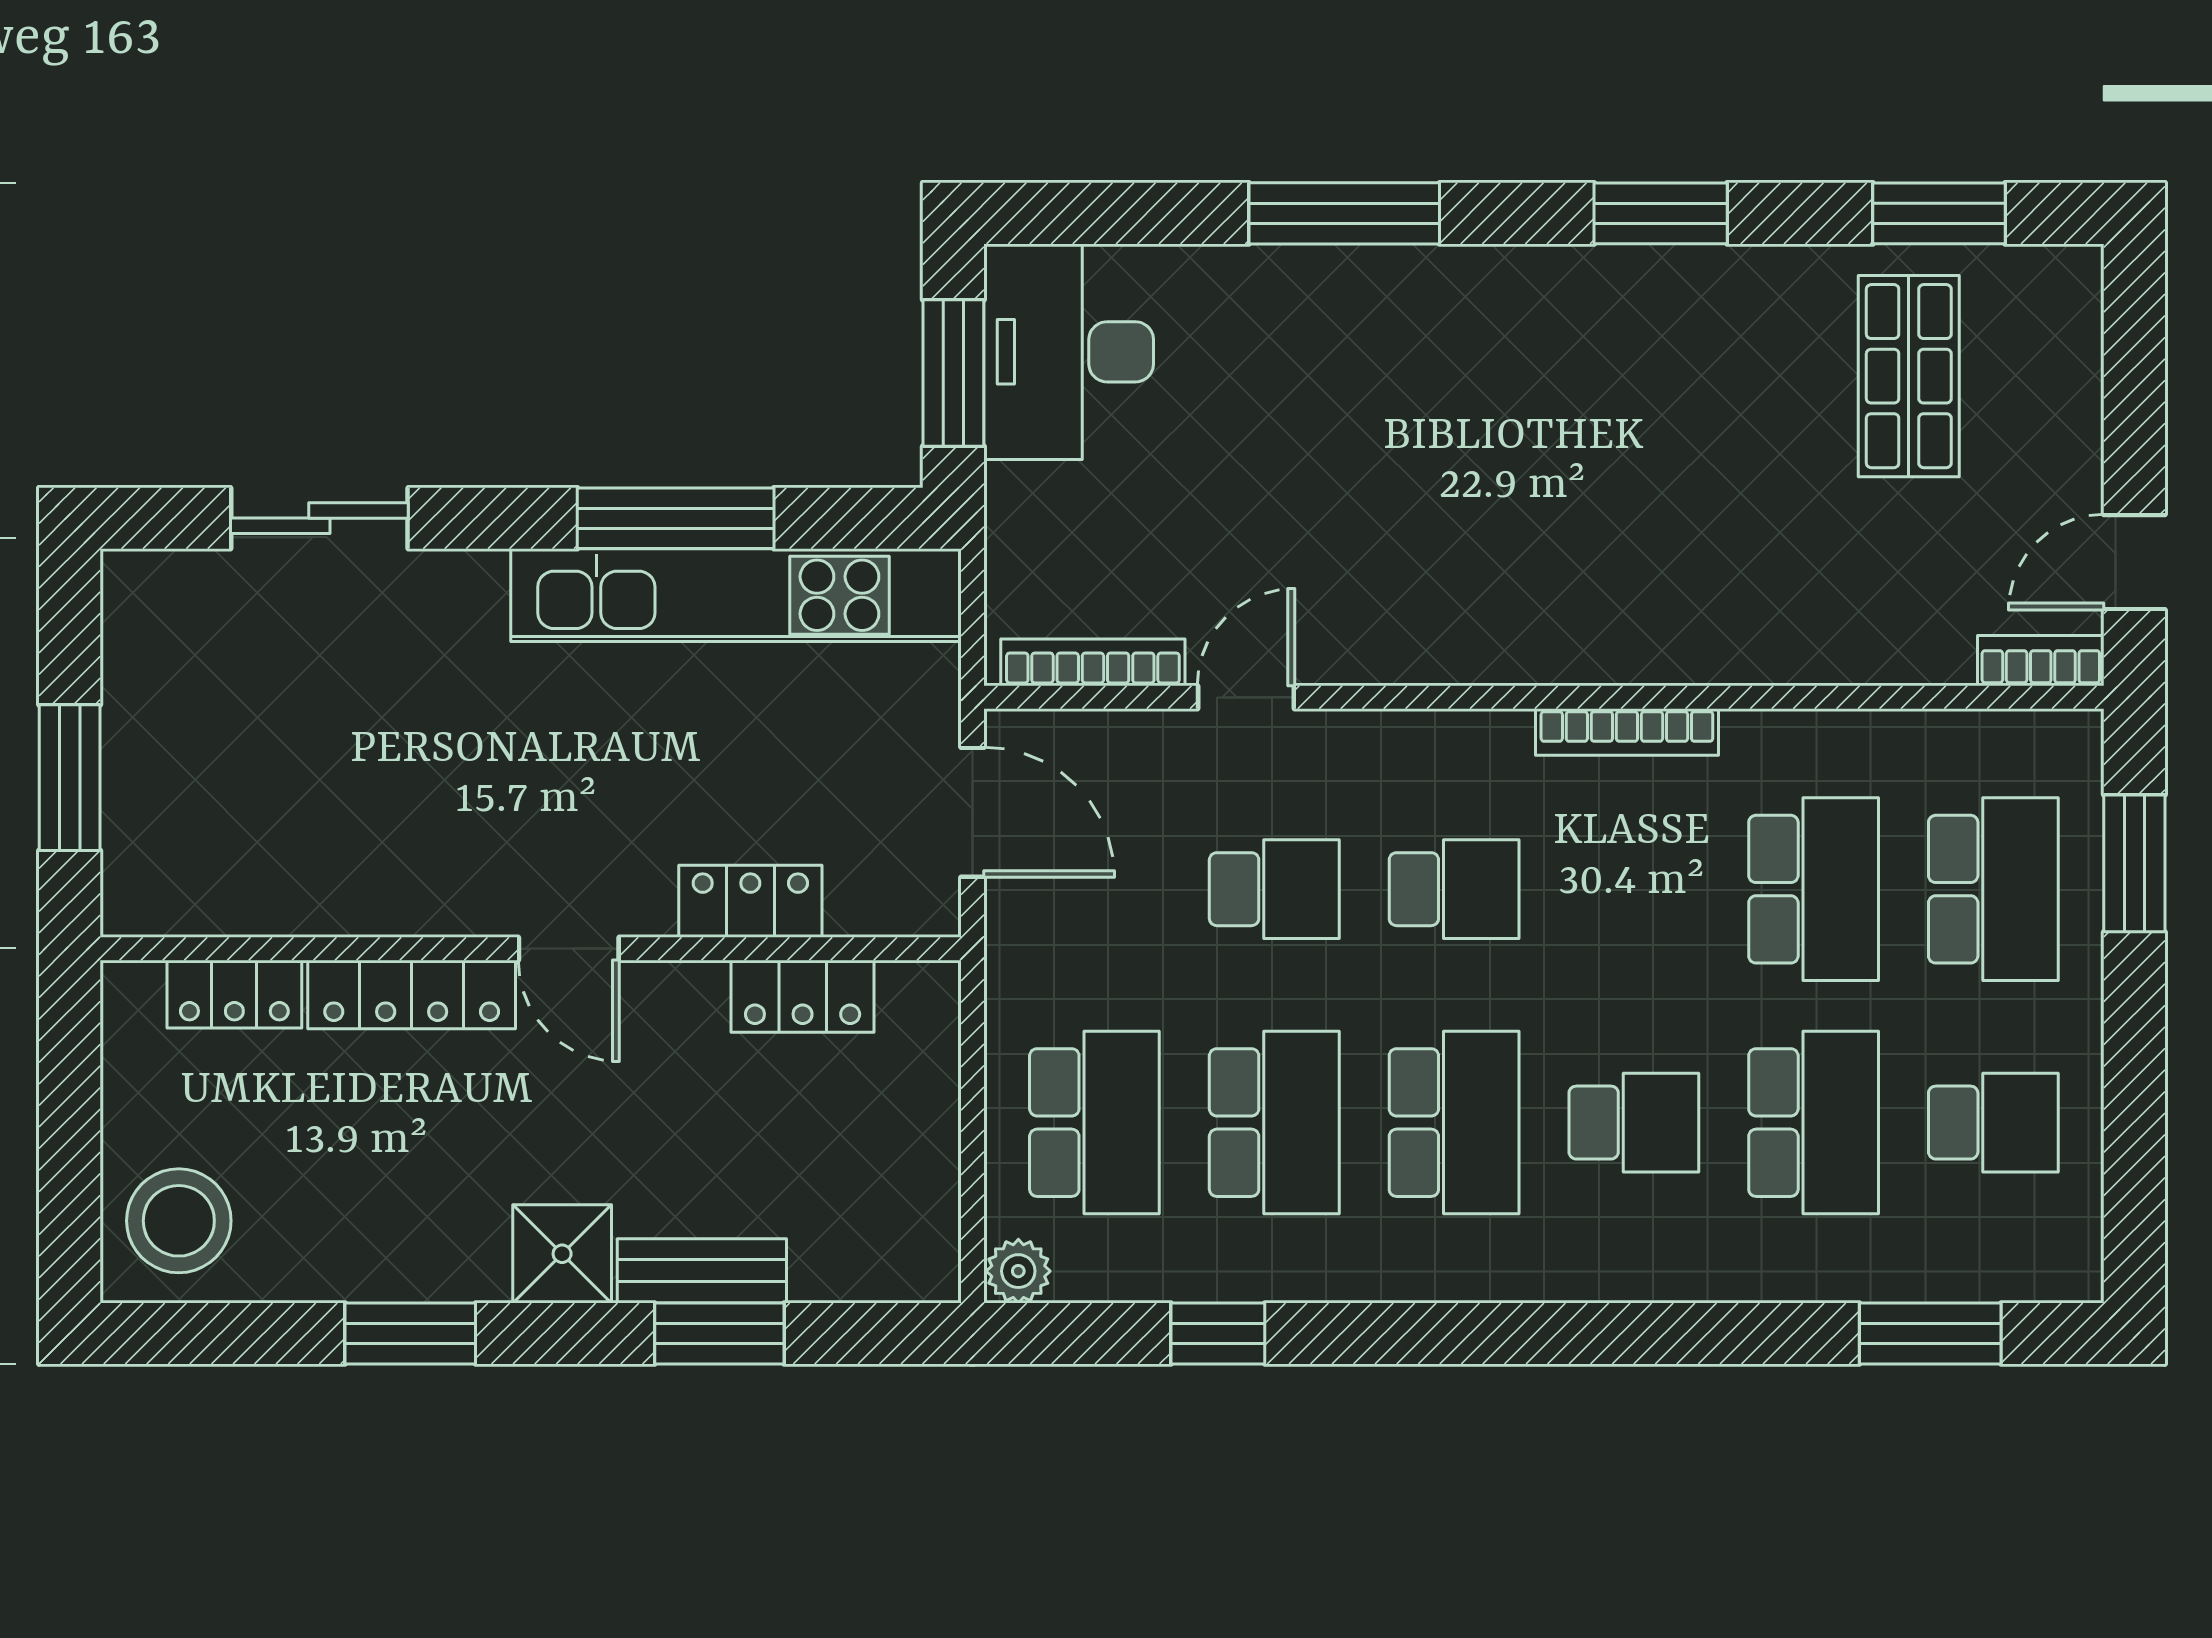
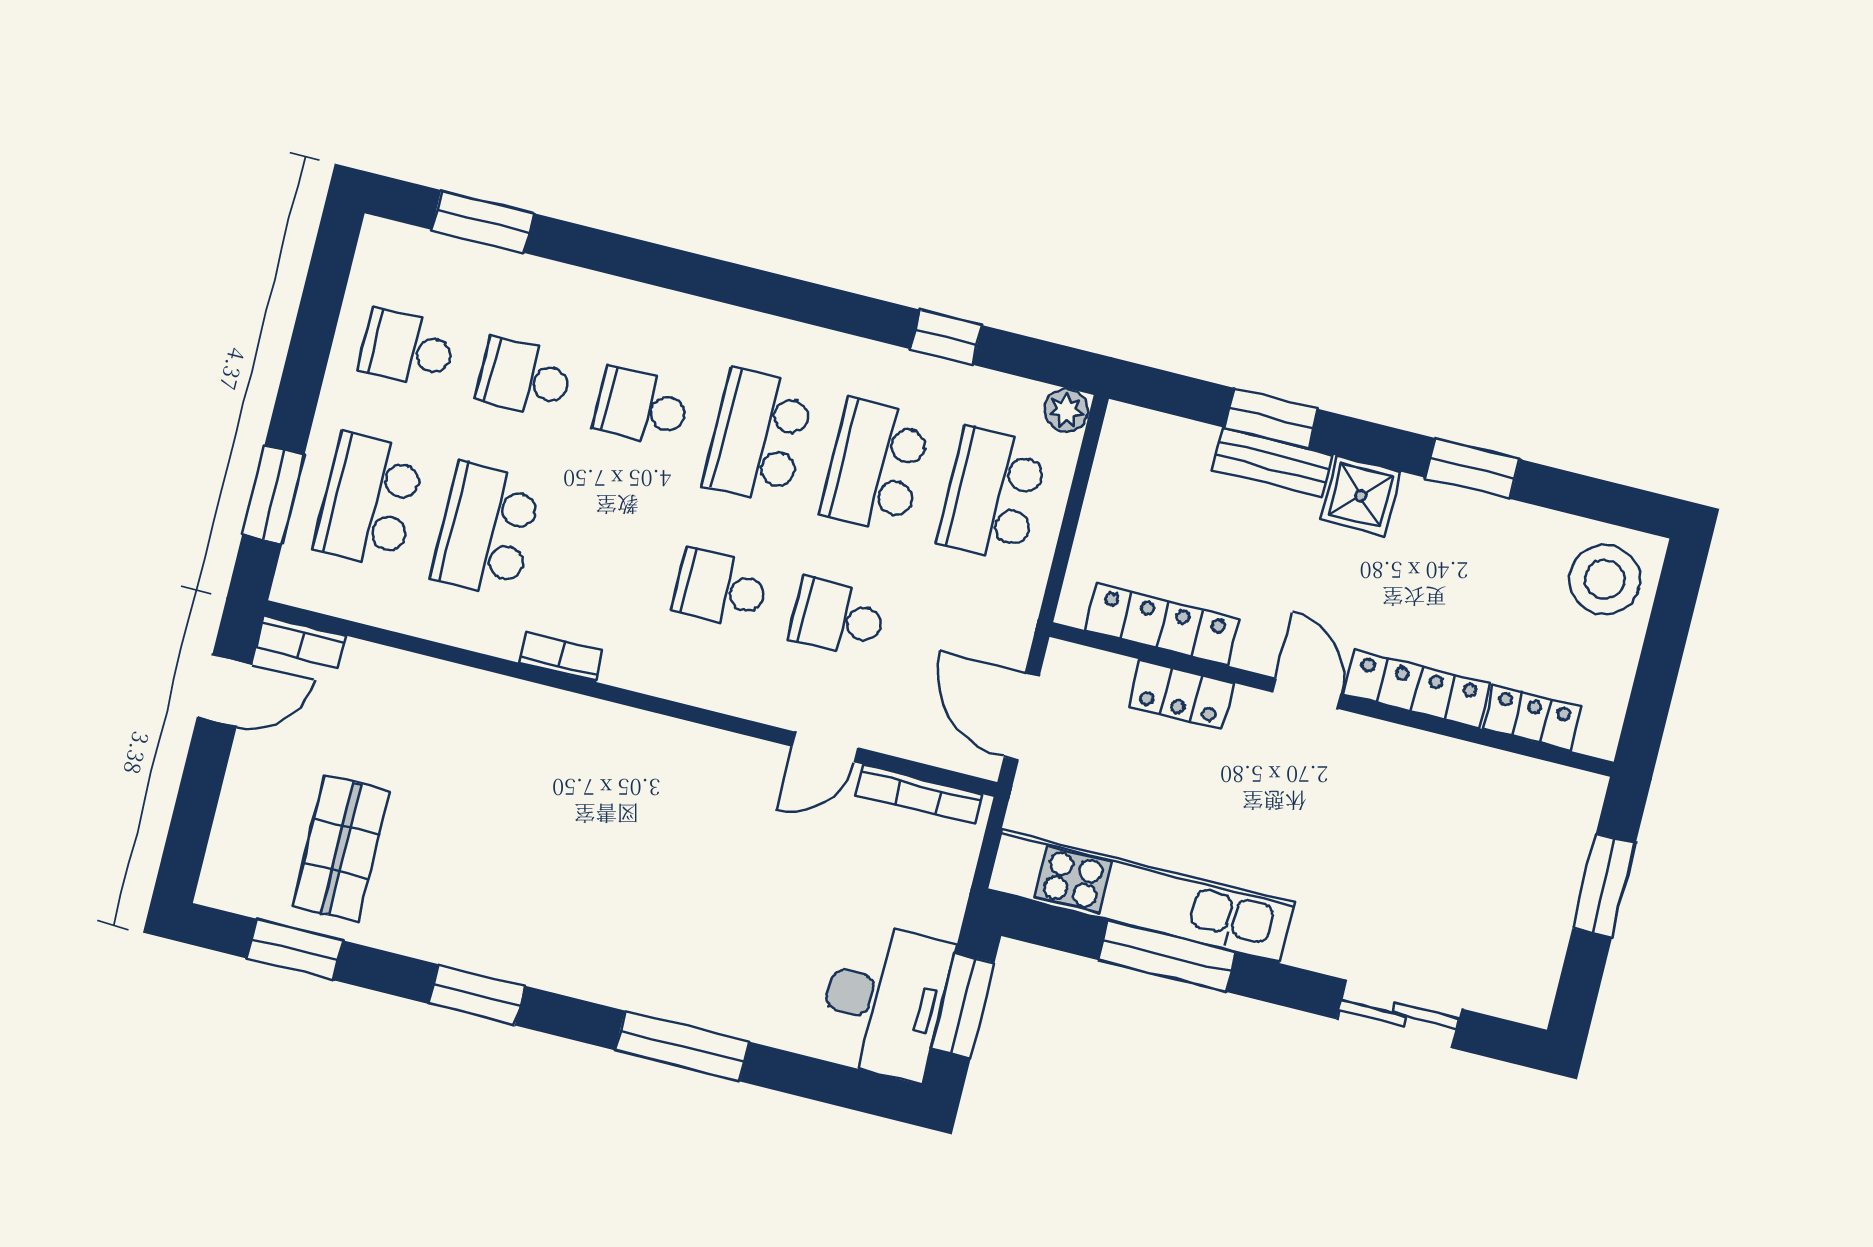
bookcase: (1627, 732) -> (561, 657), width x0.64
locker: (803, 996) -> (1162, 624), width x1.53
school desk: (1814, 1123) -> (524, 378), width x0.54

